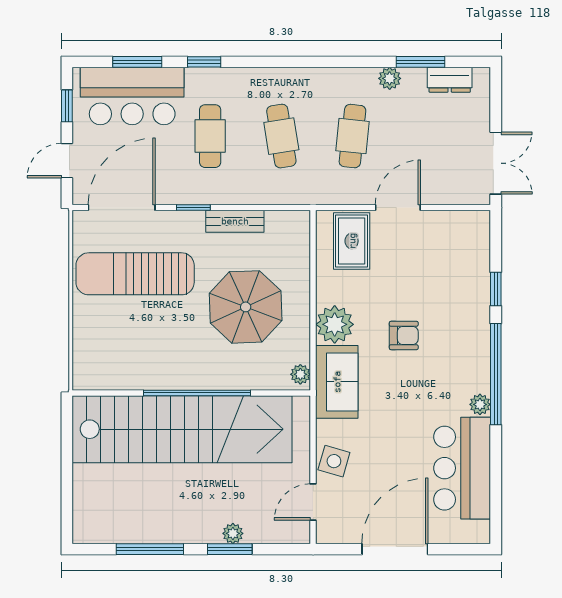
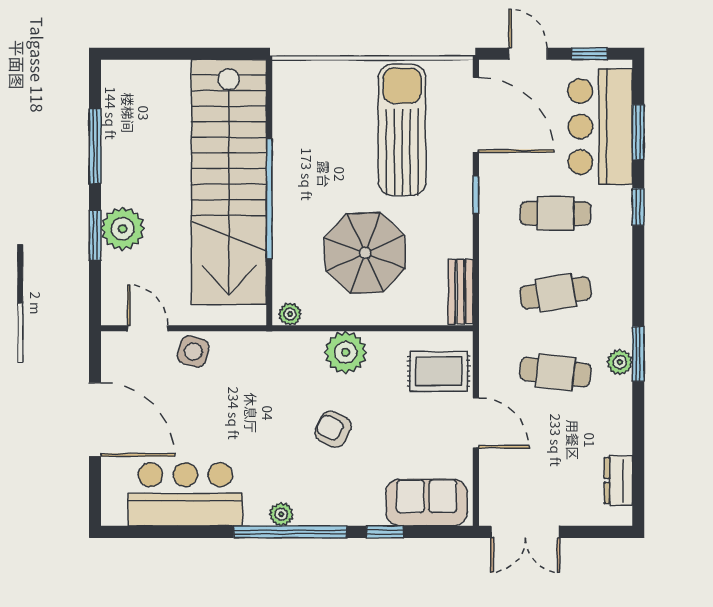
window: (420, 62) -> (638, 354), moved
plant: (390, 78) -> (620, 362), moved
bench: (235, 221) -> (461, 292), moved
armchair: (404, 335) -> (333, 429), turned 117
sofa: (337, 382) -> (427, 502), moved, turned 180
plant: (480, 404) -> (281, 514), moved
plant: (233, 533) -> (123, 229), width x1.87, depth x1.87

